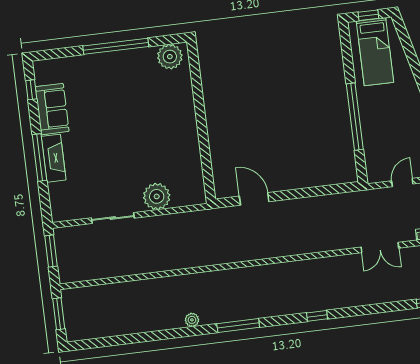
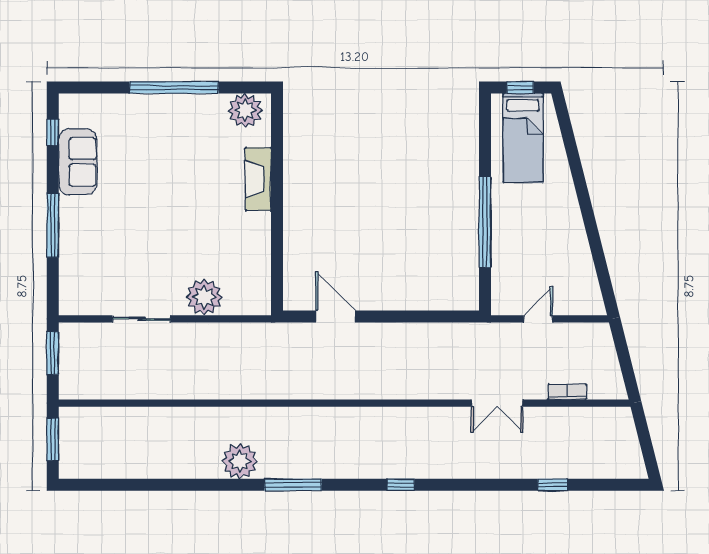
fireplace: (54, 158) -> (258, 179), moved, turned 180
plant: (192, 320) -> (240, 461), width x1.88, depth x1.88

